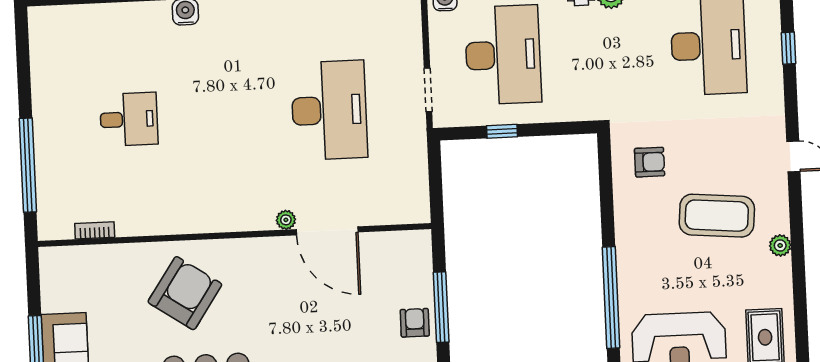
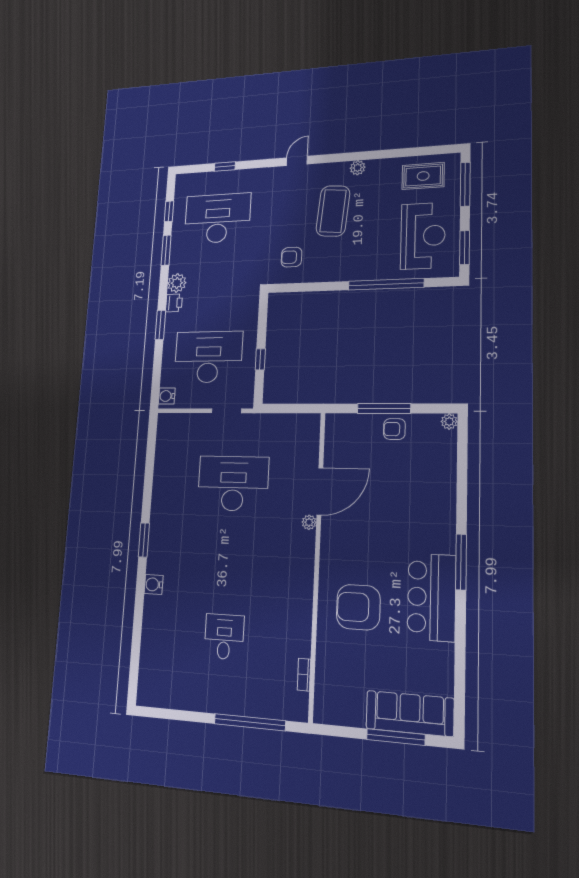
armchair: (650, 162) -> (292, 257), turned -90
armchair: (185, 293) -> (358, 607), turned -34

